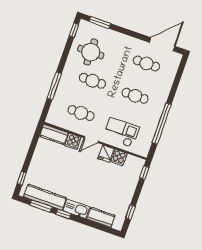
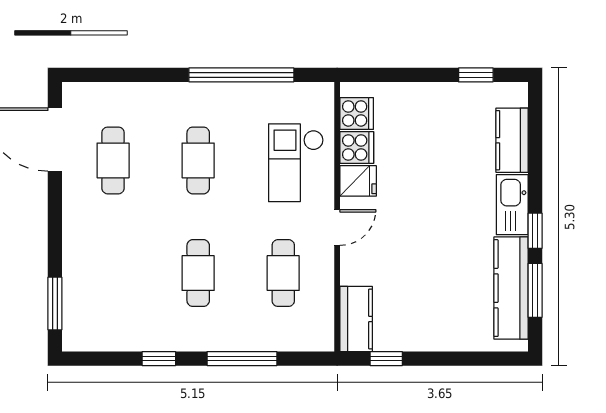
window: (74, 30) -> (159, 359), moved
round table: (91, 52) -> (132, 301), removed
door: (91, 139) -> (337, 227), hinge flipped
cooker: (73, 141) -> (357, 113), moved
window: (144, 173) -> (371, 75), removed
window: (22, 178) -> (386, 359), moved

